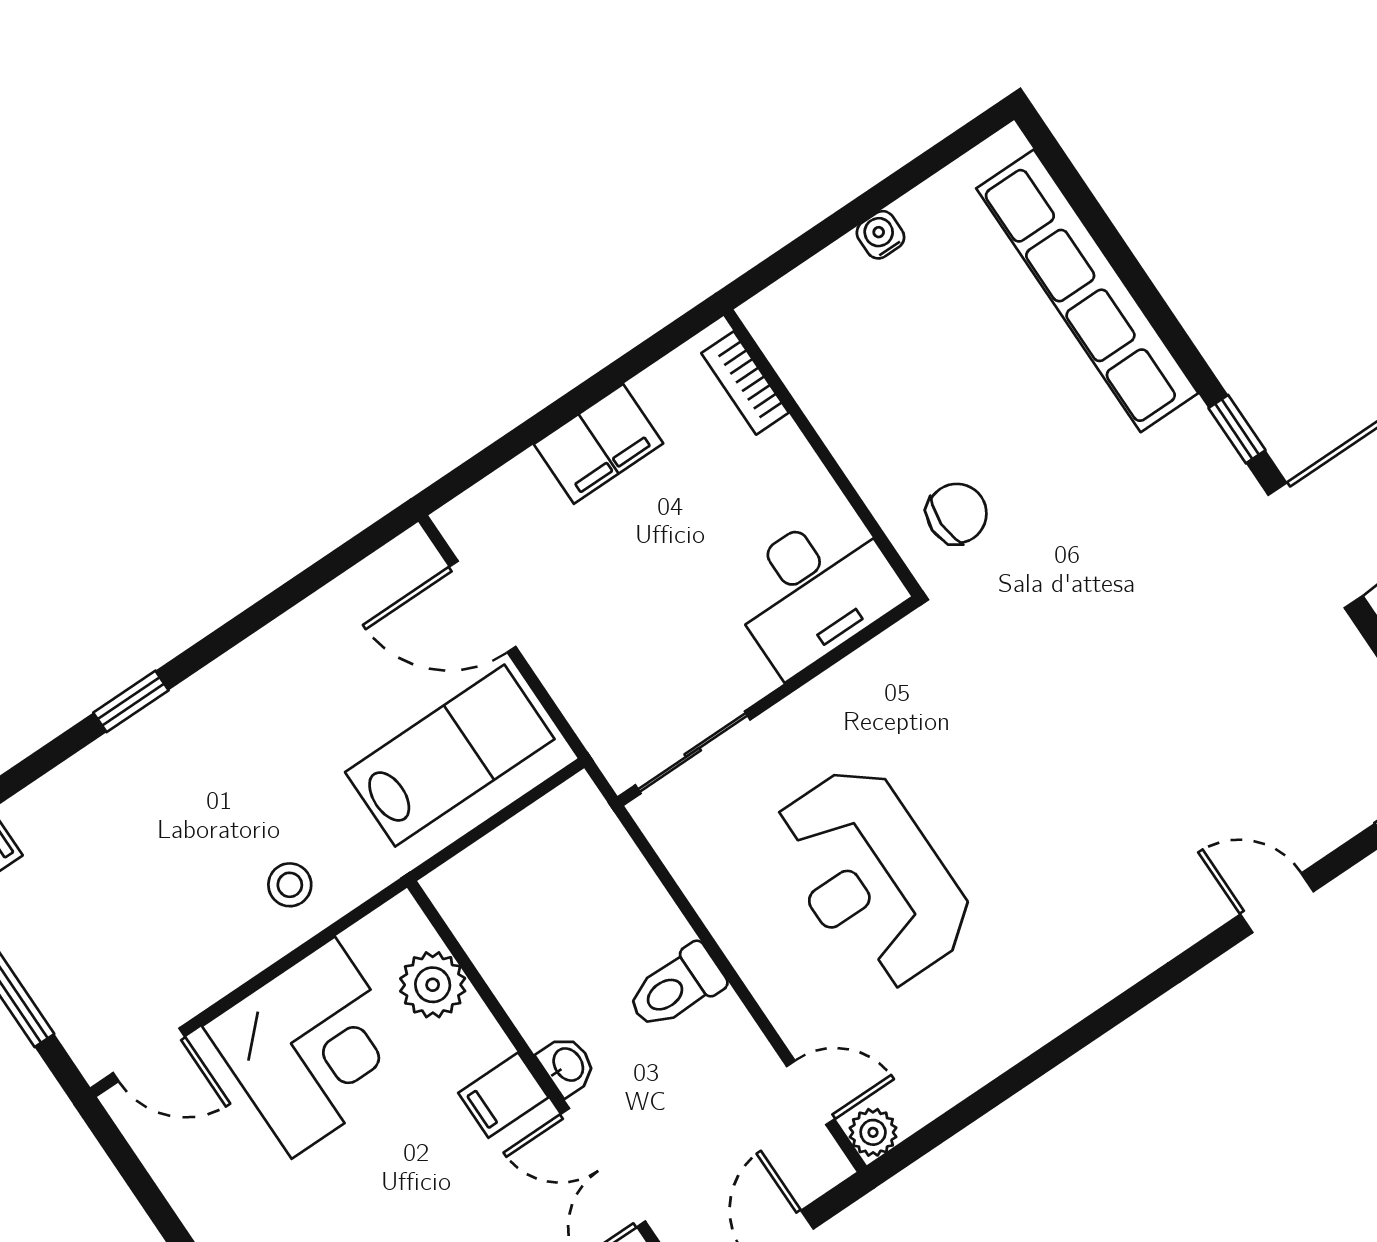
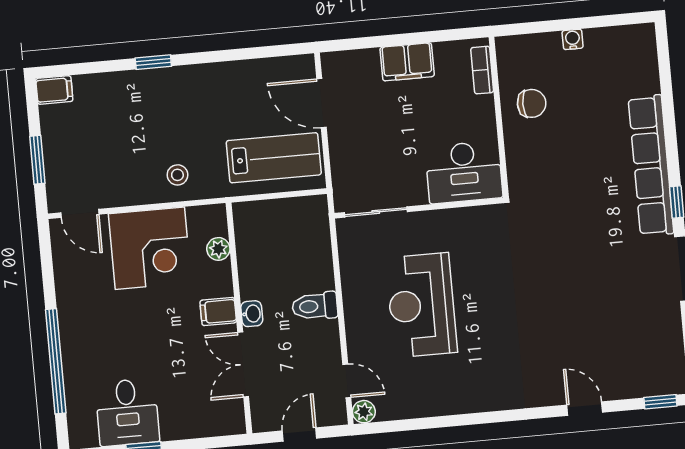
row of seats: (1087, 291) -> (651, 165), moved
chair: (957, 513) -> (532, 103), moved
plant: (433, 985) -> (218, 249), width x0.73, depth x0.73

